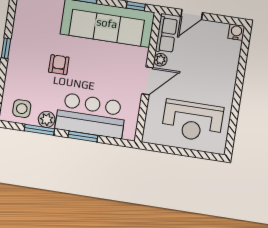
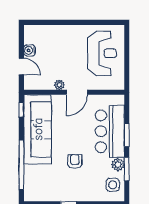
water cooler: (236, 32) -> (29, 50), moved
row of seats: (166, 35) -> (40, 83), removed
armchair: (59, 65) -> (75, 162), turned 90
door: (147, 81) -> (77, 92), swing flipped

